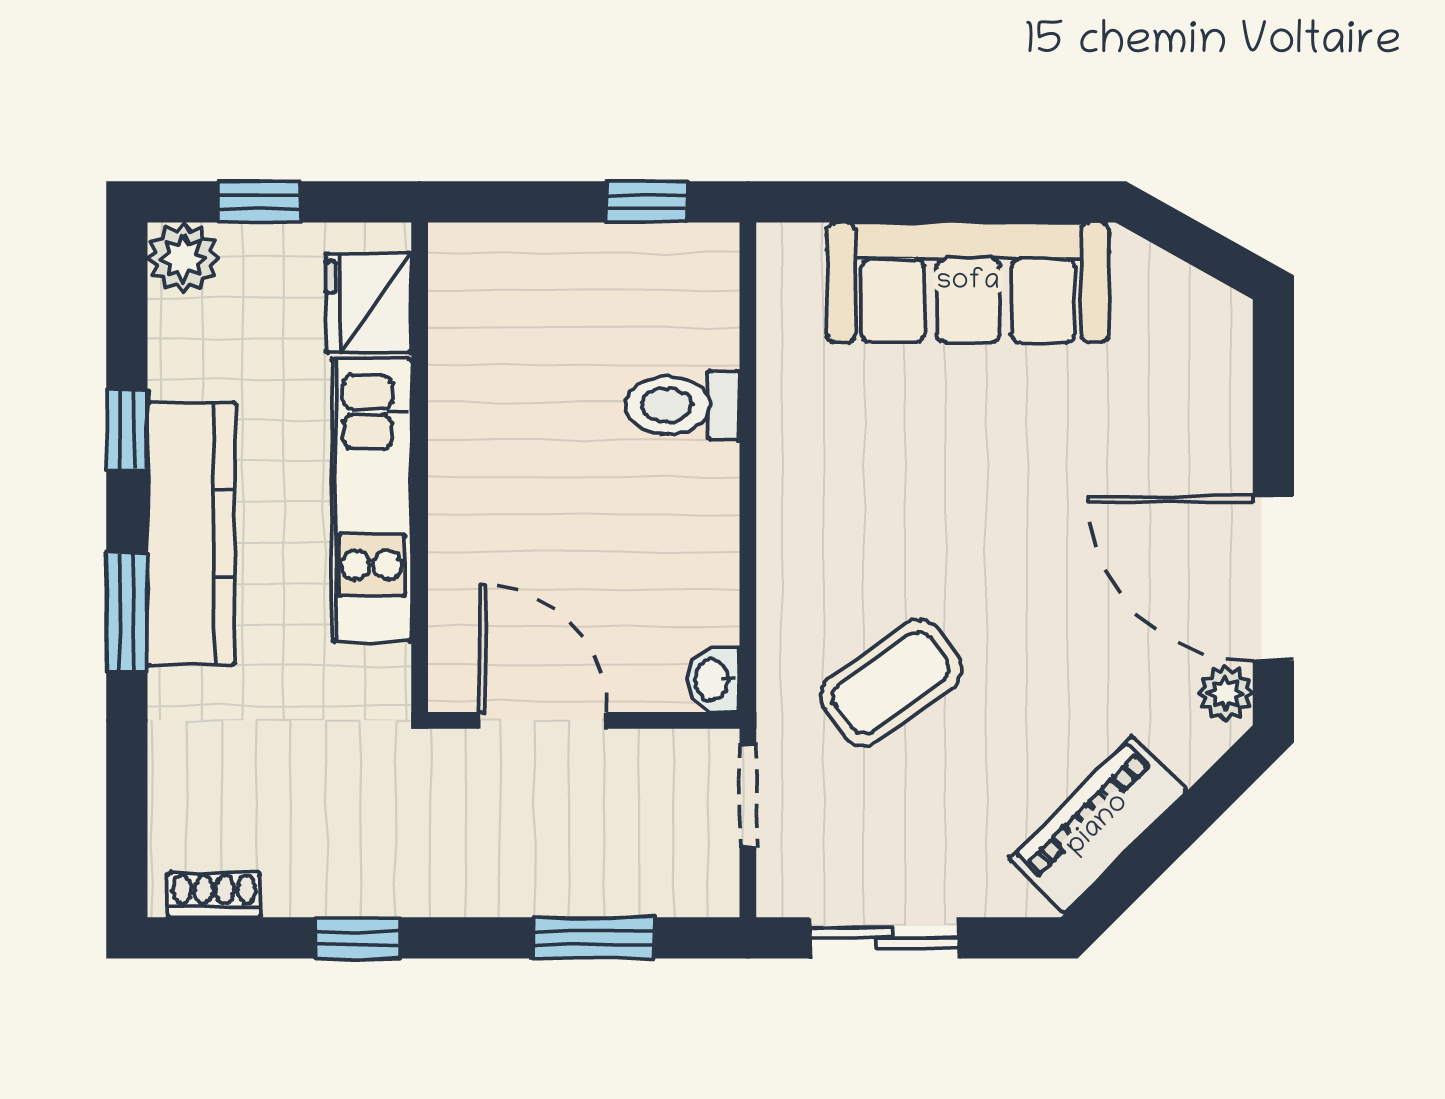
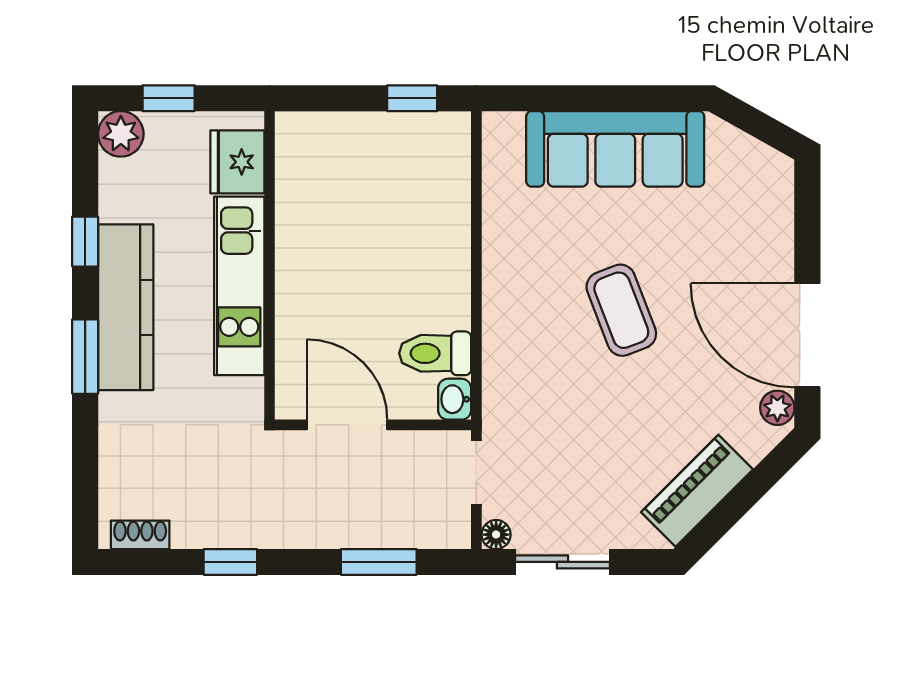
toilet: (683, 405) -> (435, 353), moved
coffee table: (891, 683) -> (621, 310), moved, turned -76
floor lamp: (779, 894) -> (496, 535), added

